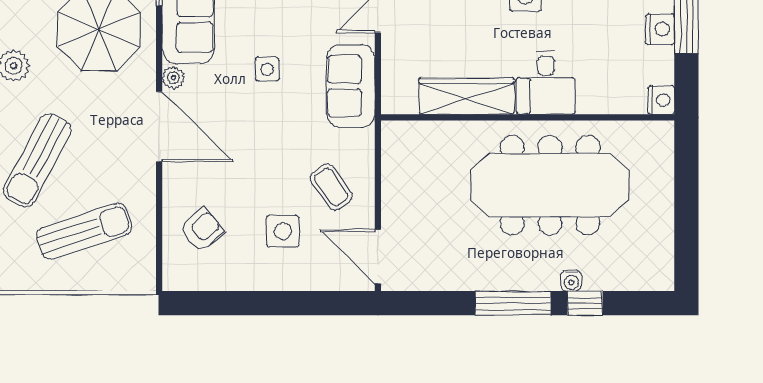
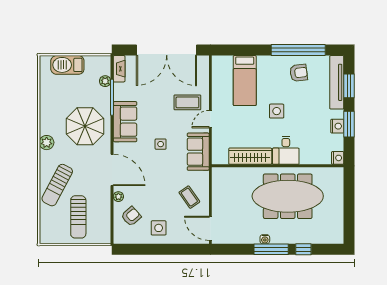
plant: (173, 78) -> (118, 197), moved
sun lounger: (84, 231) -> (78, 217), turned 108
side table: (283, 231) -> (159, 228), moved
water cooler: (571, 281) -> (265, 239), moved

